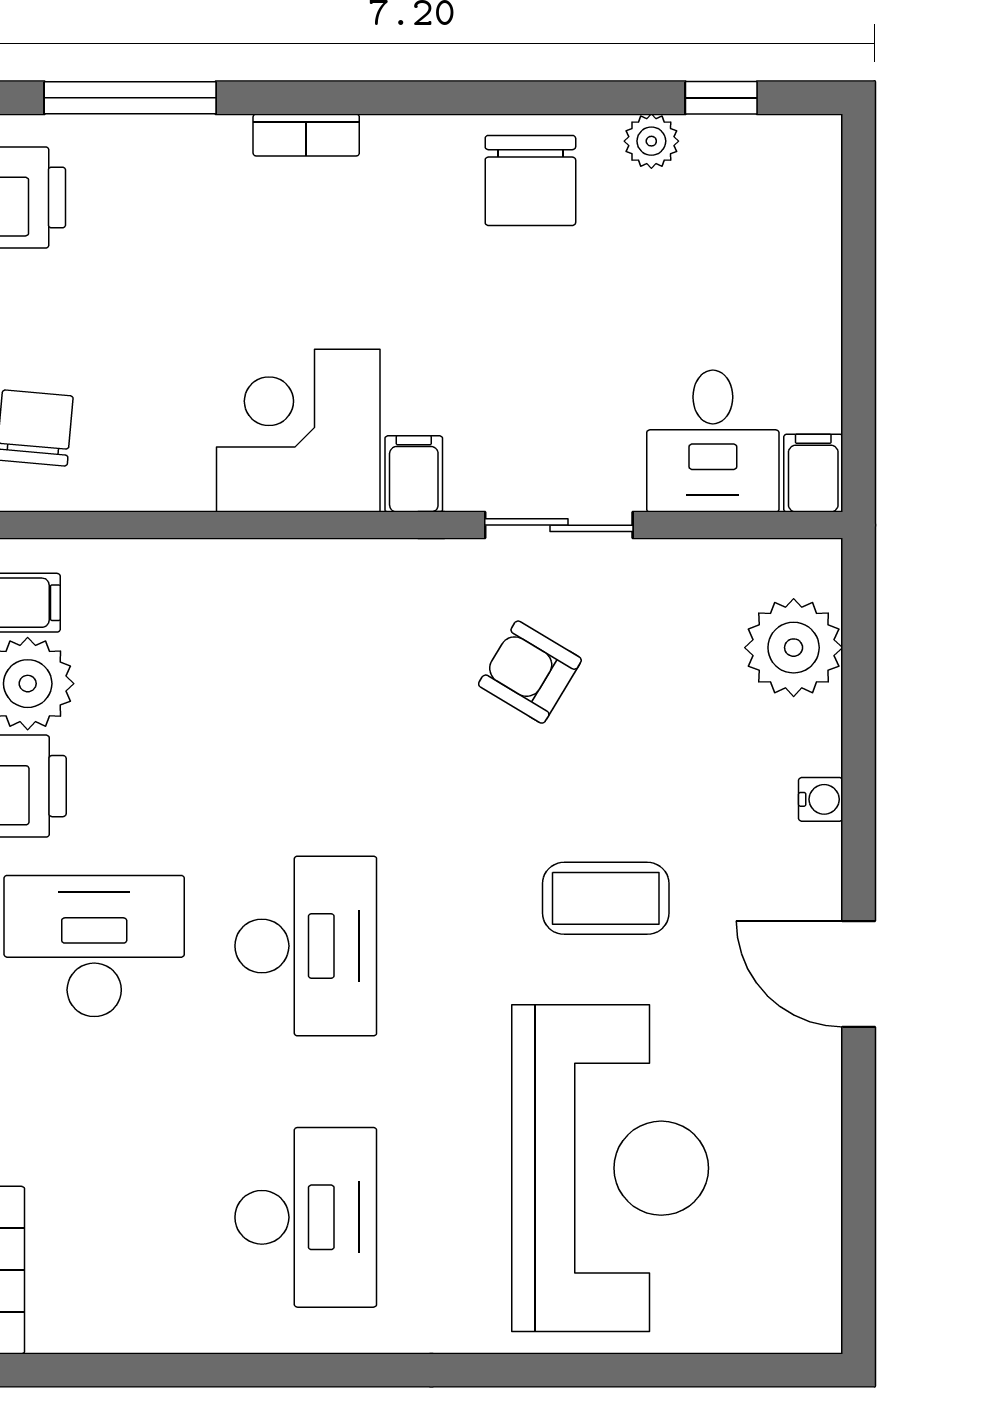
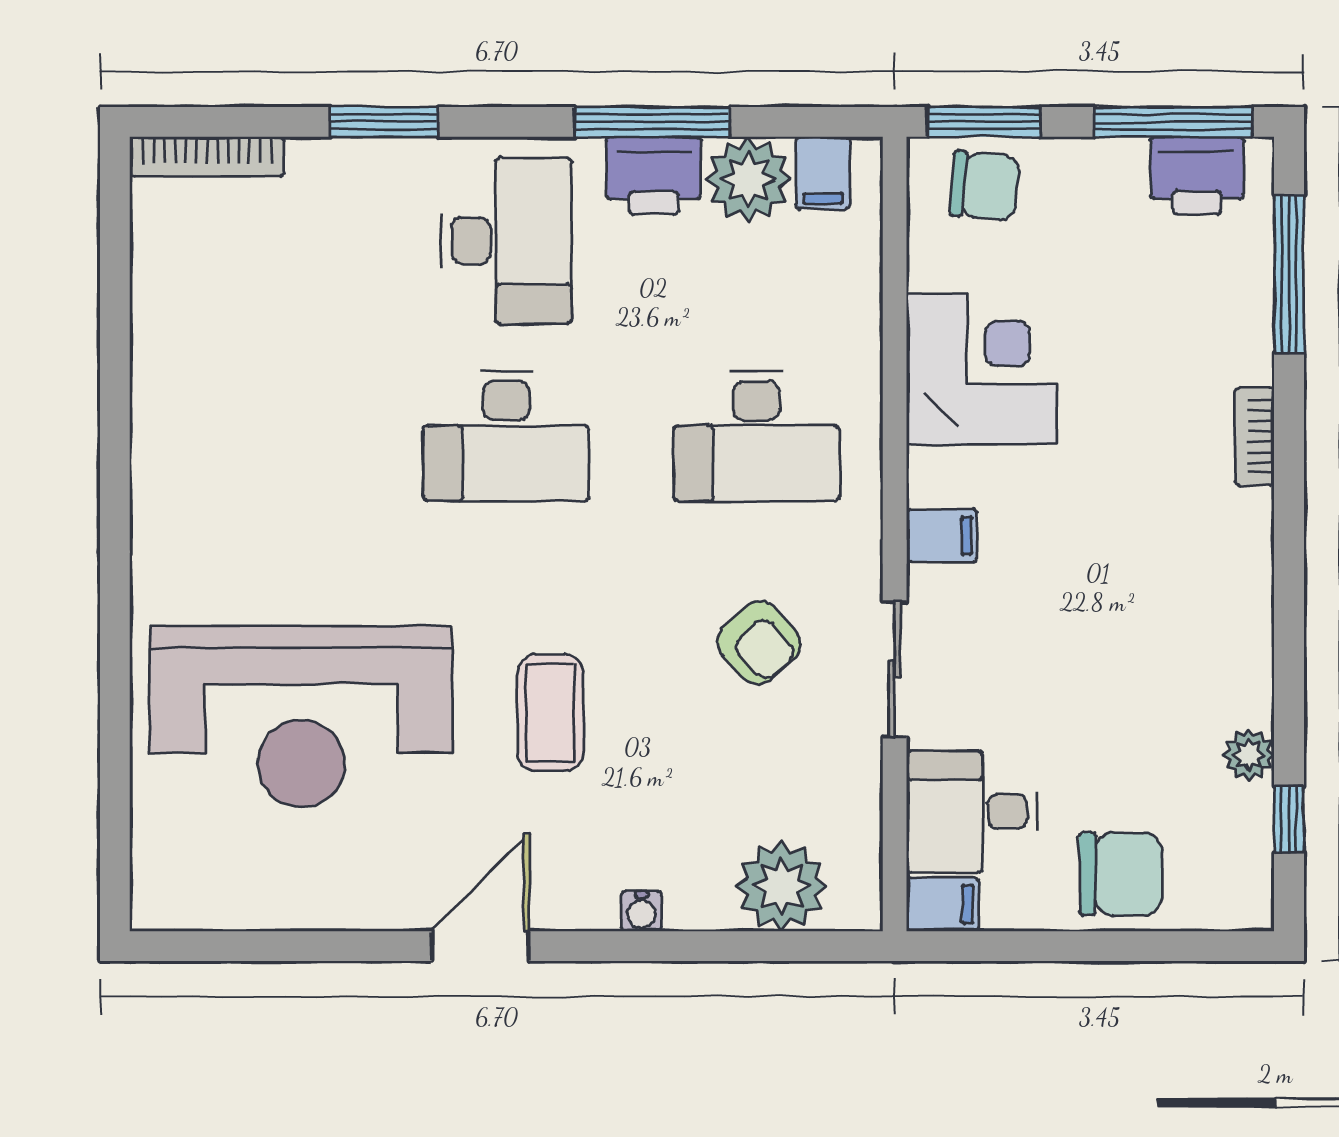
chair: (530, 180) -> (1121, 874), moved, turned 180
corner desk: (298, 431) -> (982, 369), moved
armchair: (530, 672) -> (759, 643), turned 107
desk: (306, 1217) -> (757, 436), moved

